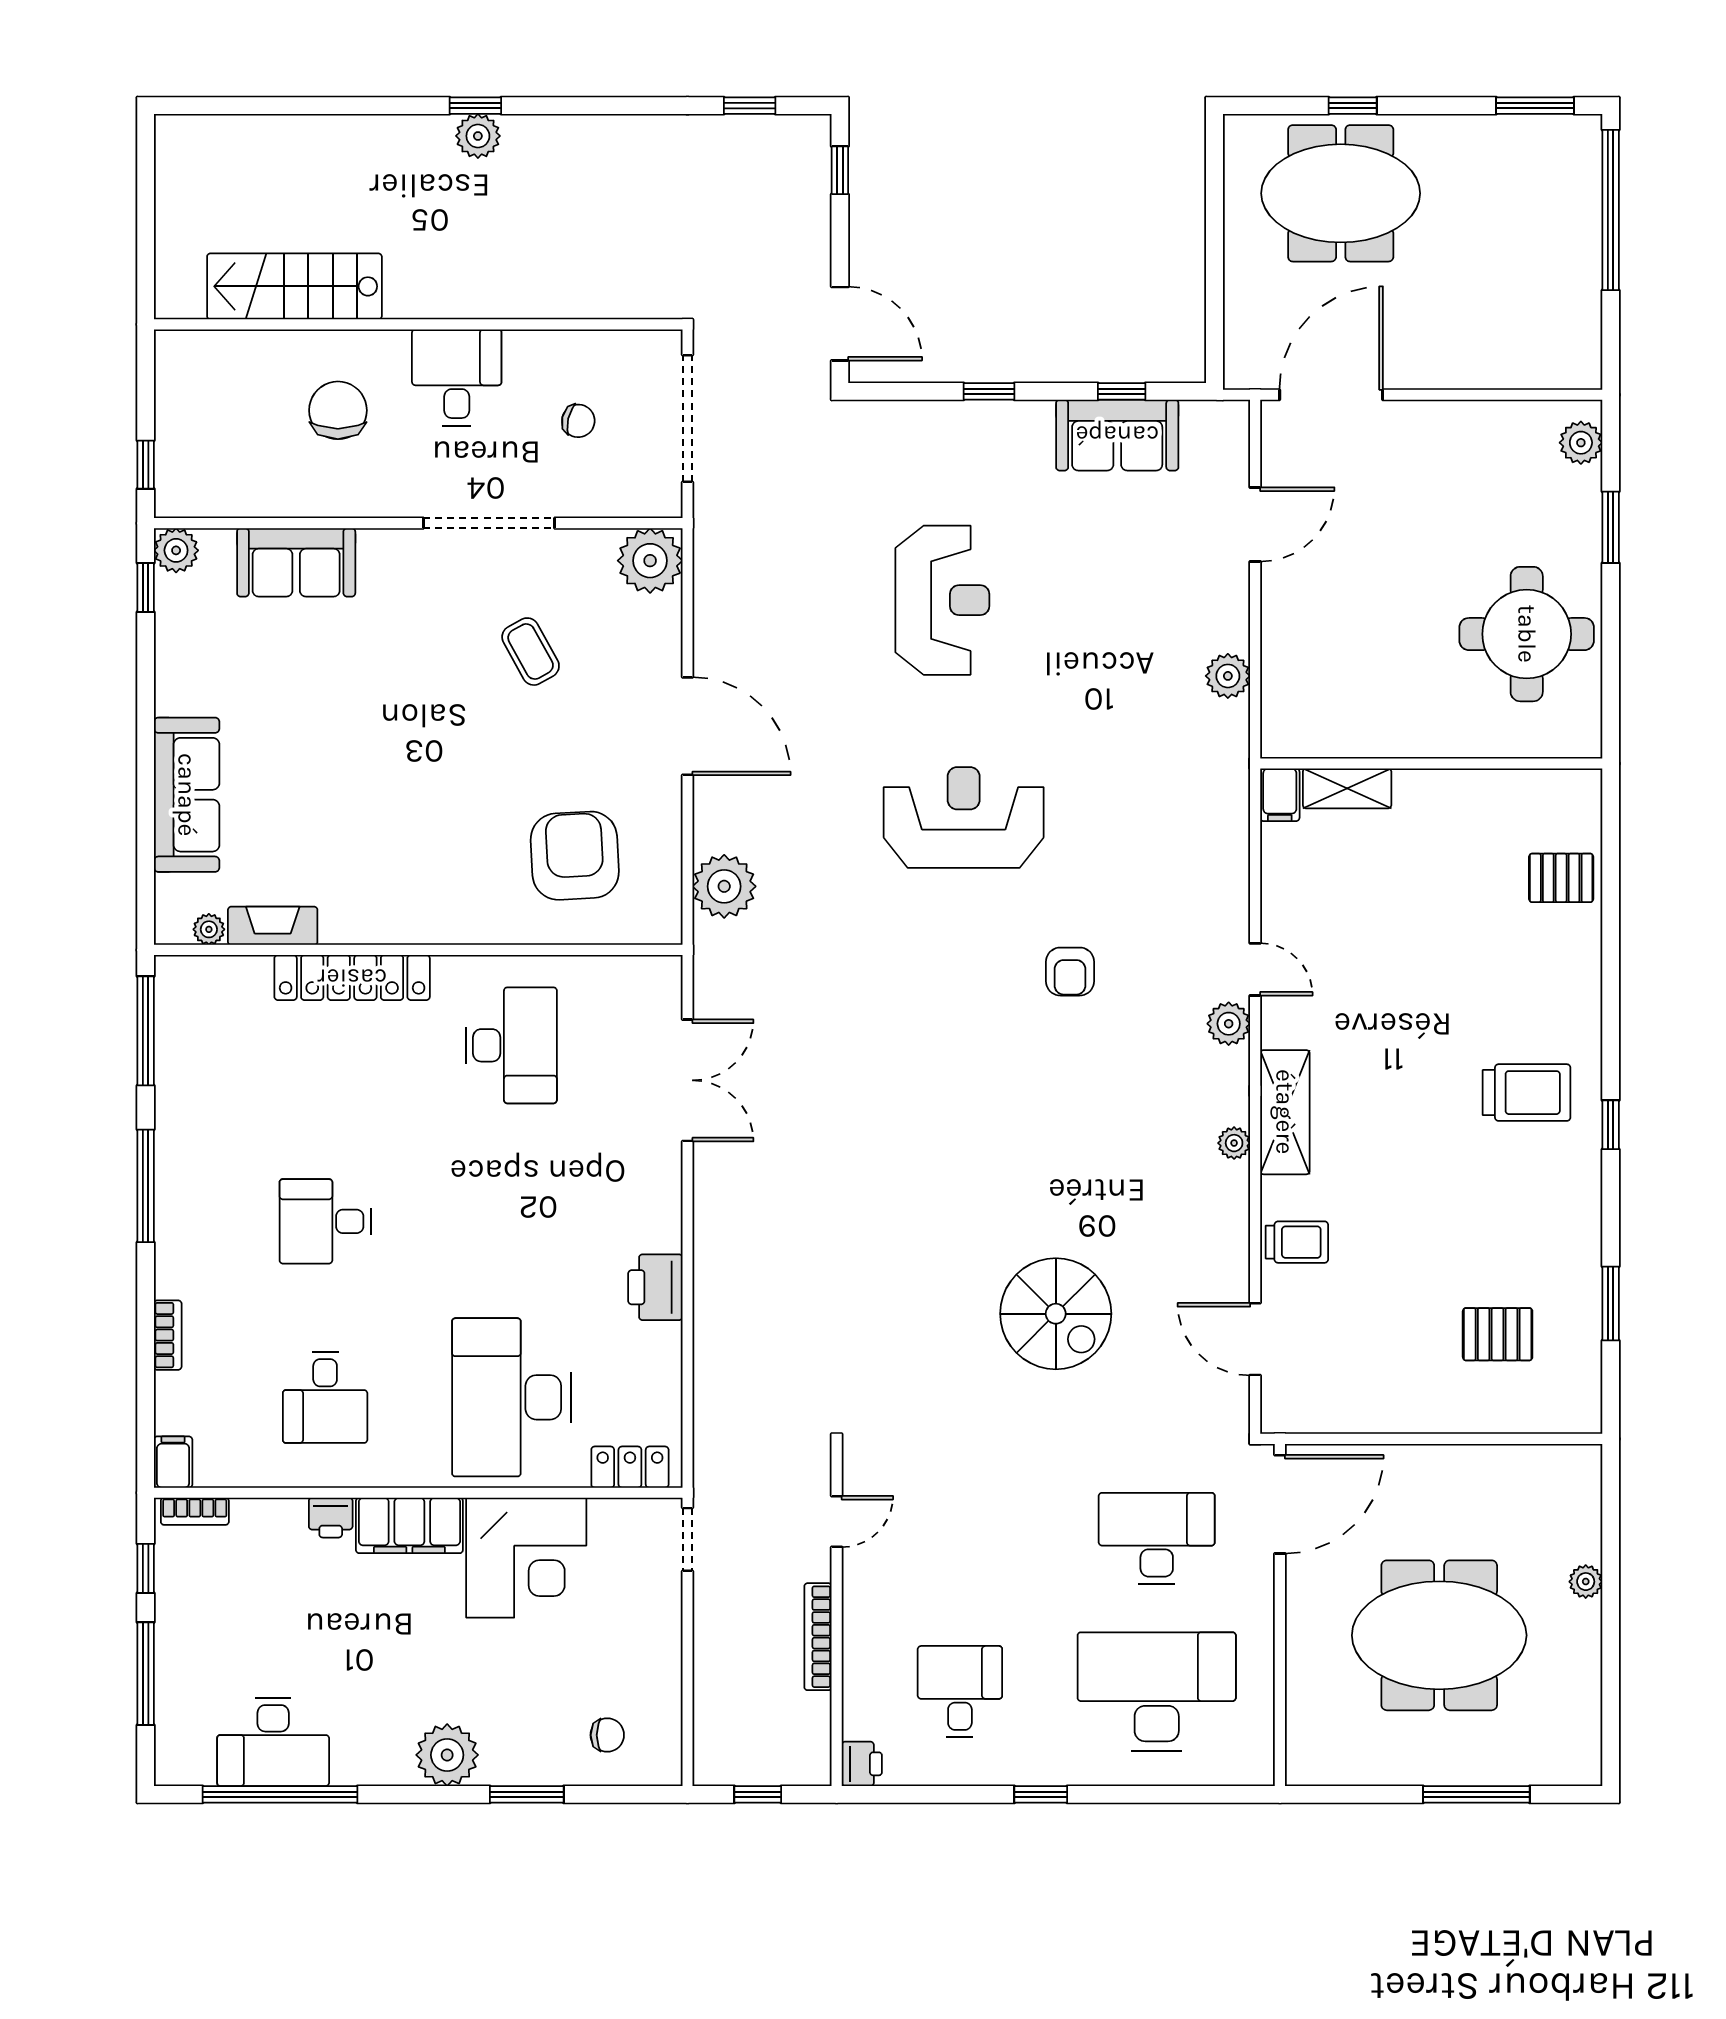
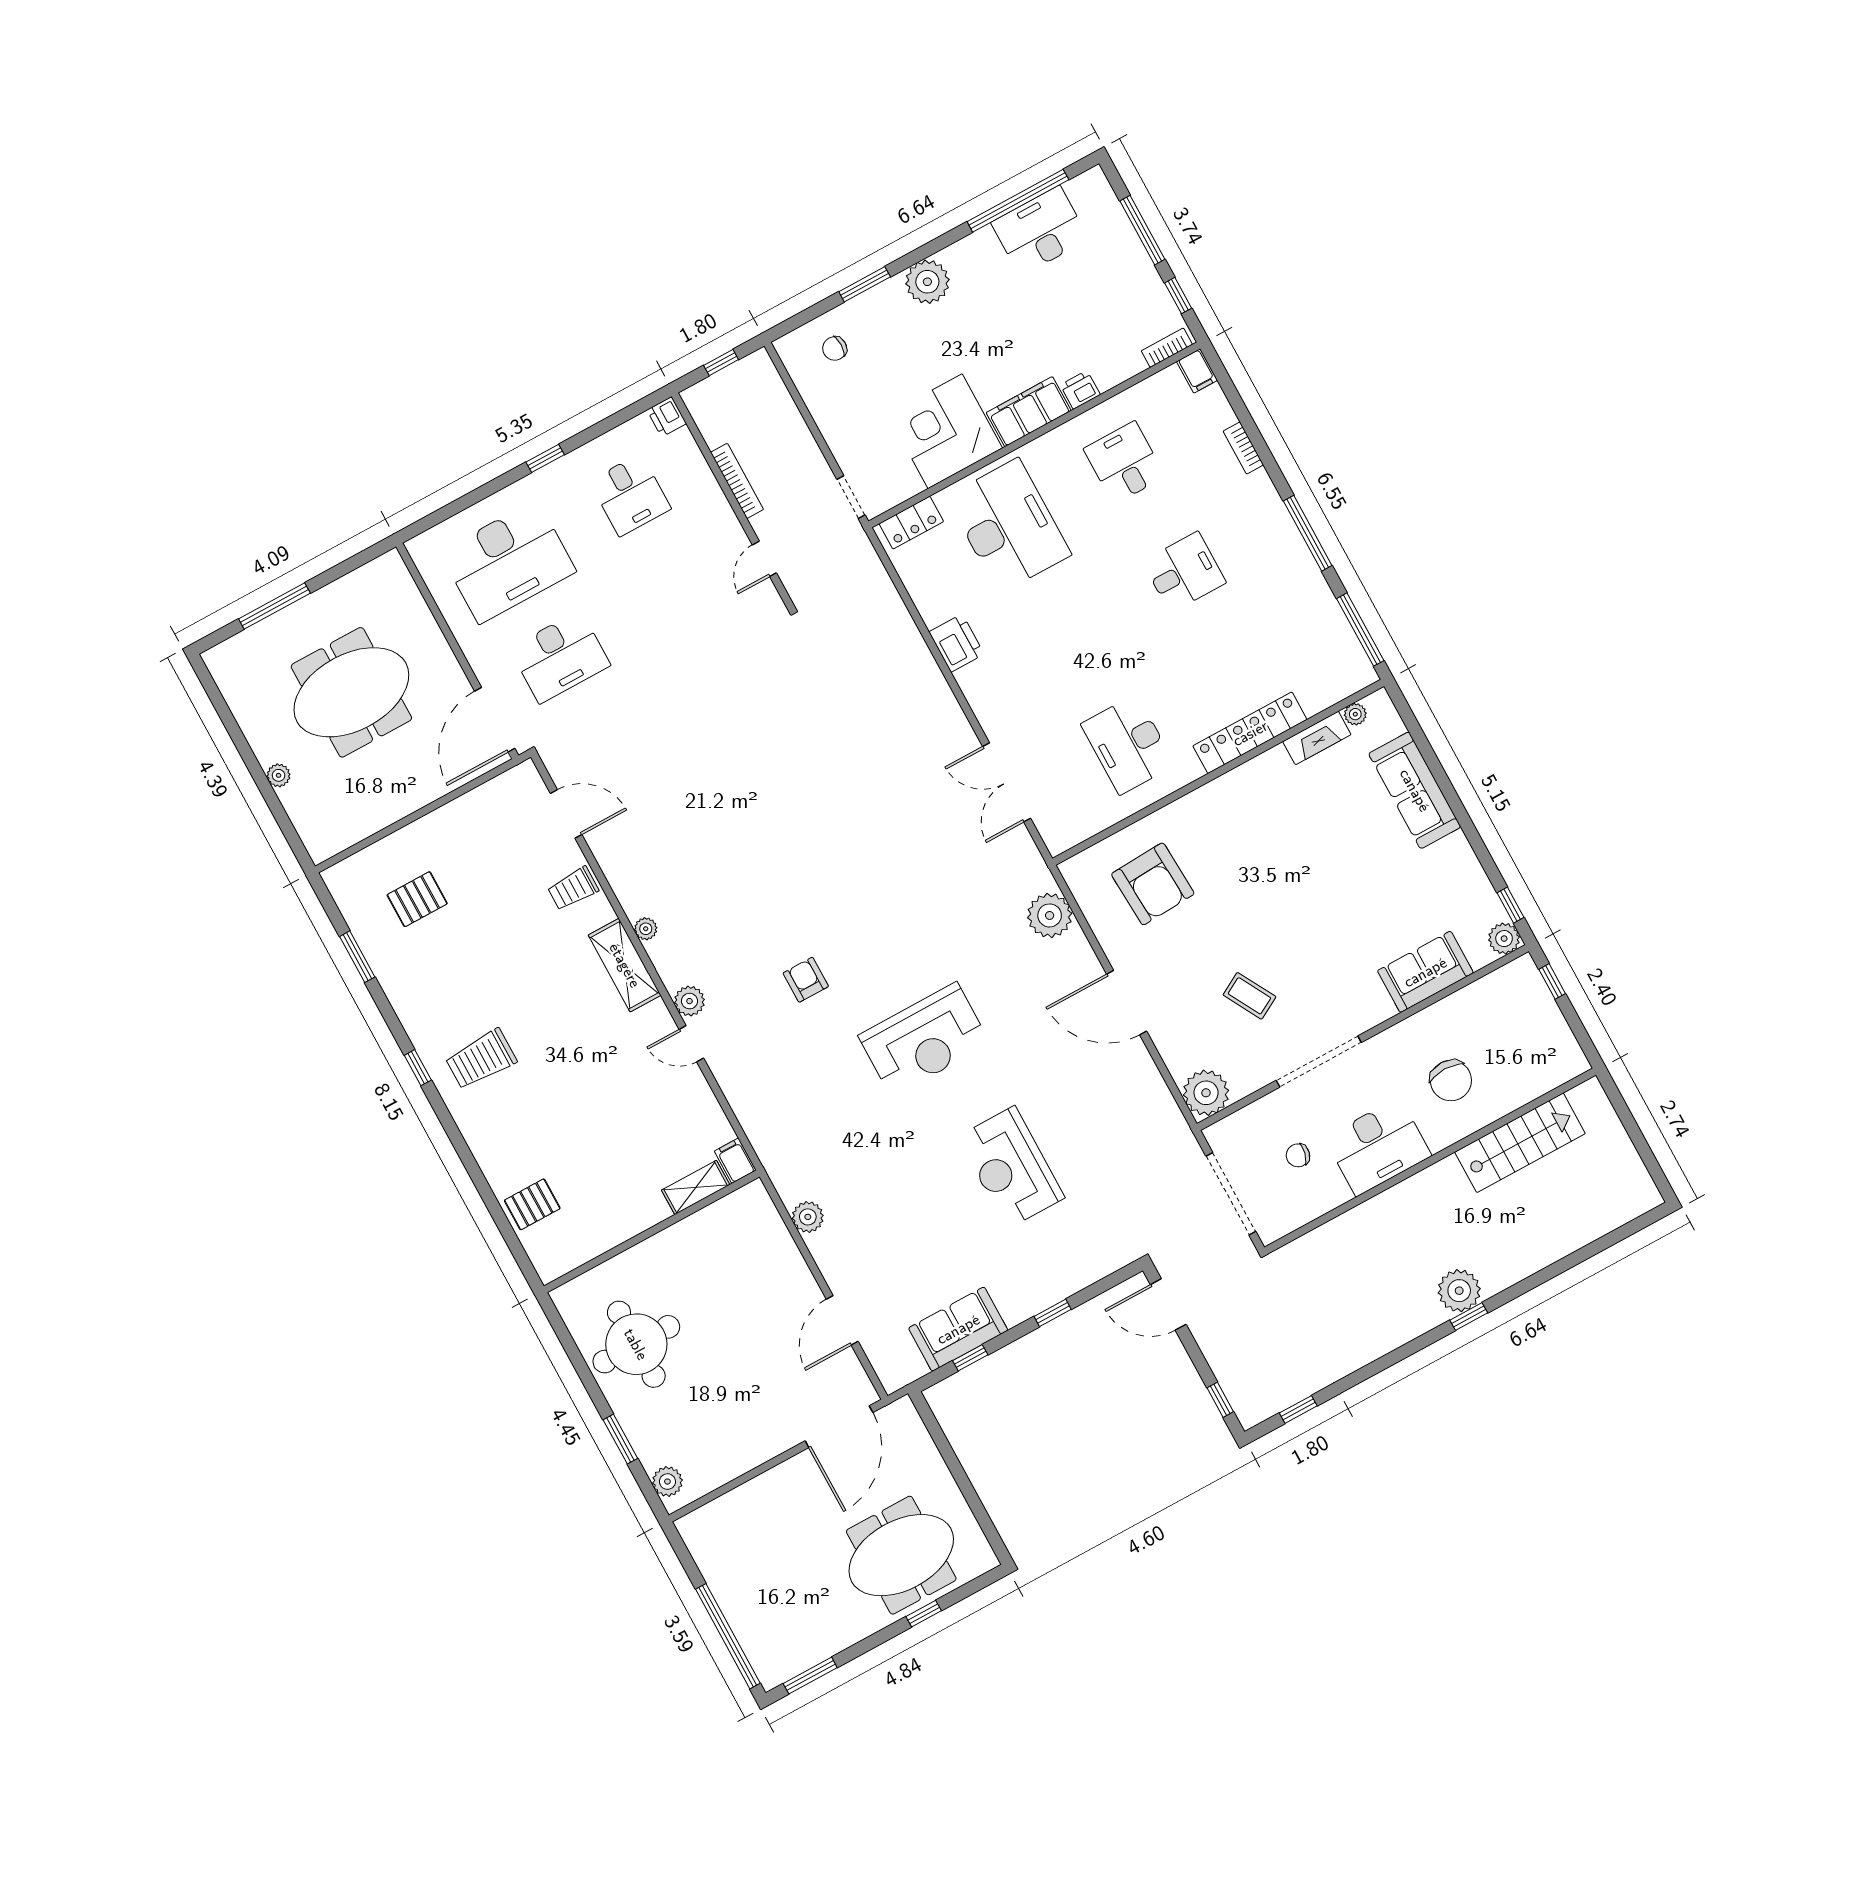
plant: (478, 136) -> (1459, 1291), width x1.36, depth x1.36
desk: (457, 378) -> (1378, 1147), width x1.37
spiral stairs: (1056, 1314) -> (699, 762), removed

